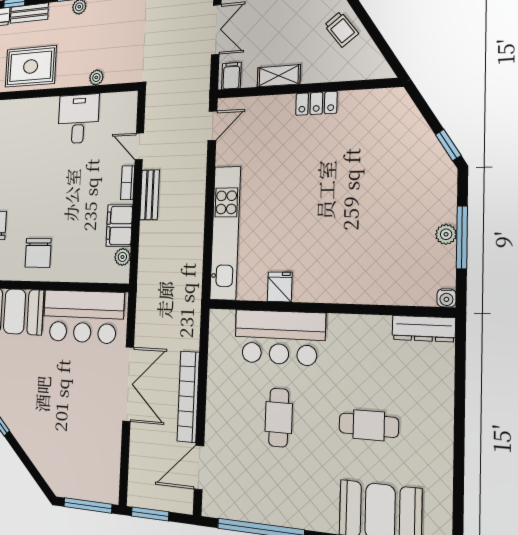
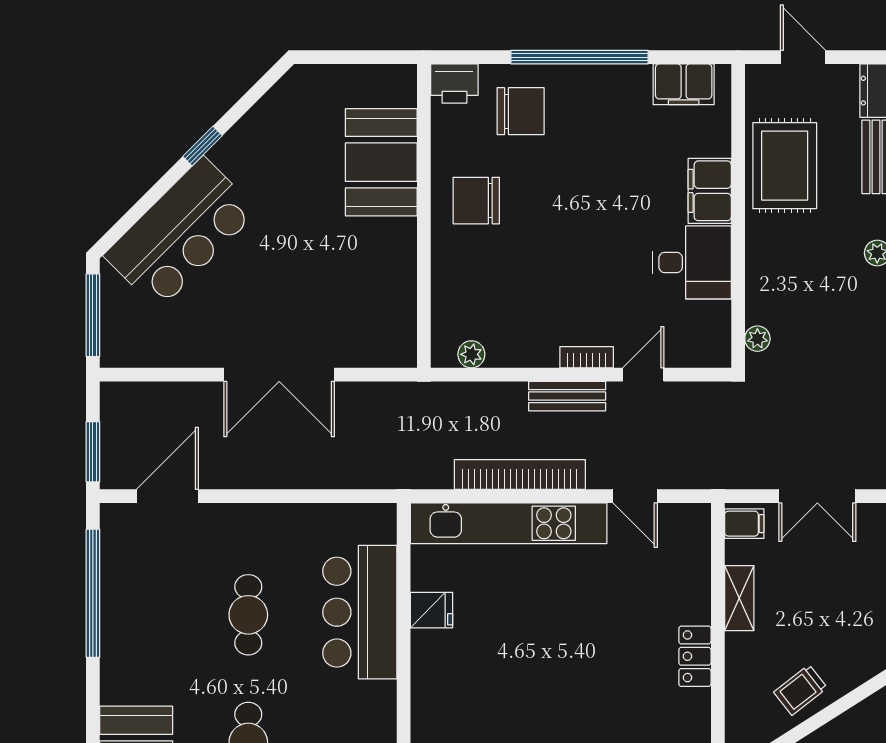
plant: (96, 77) -> (757, 339), moved
door: (212, 126) -> (635, 496), moved
filing cabinet: (119, 226) -> (710, 191), moved, turned -90
bar counter: (83, 317) -> (181, 233), moved, turned -135
bookcase: (188, 397) -> (520, 475), moved
cafe table: (279, 418) -> (248, 615), turned 90
door: (199, 468) -> (167, 496), hinge flipped
window: (150, 514) -> (93, 452), moved

